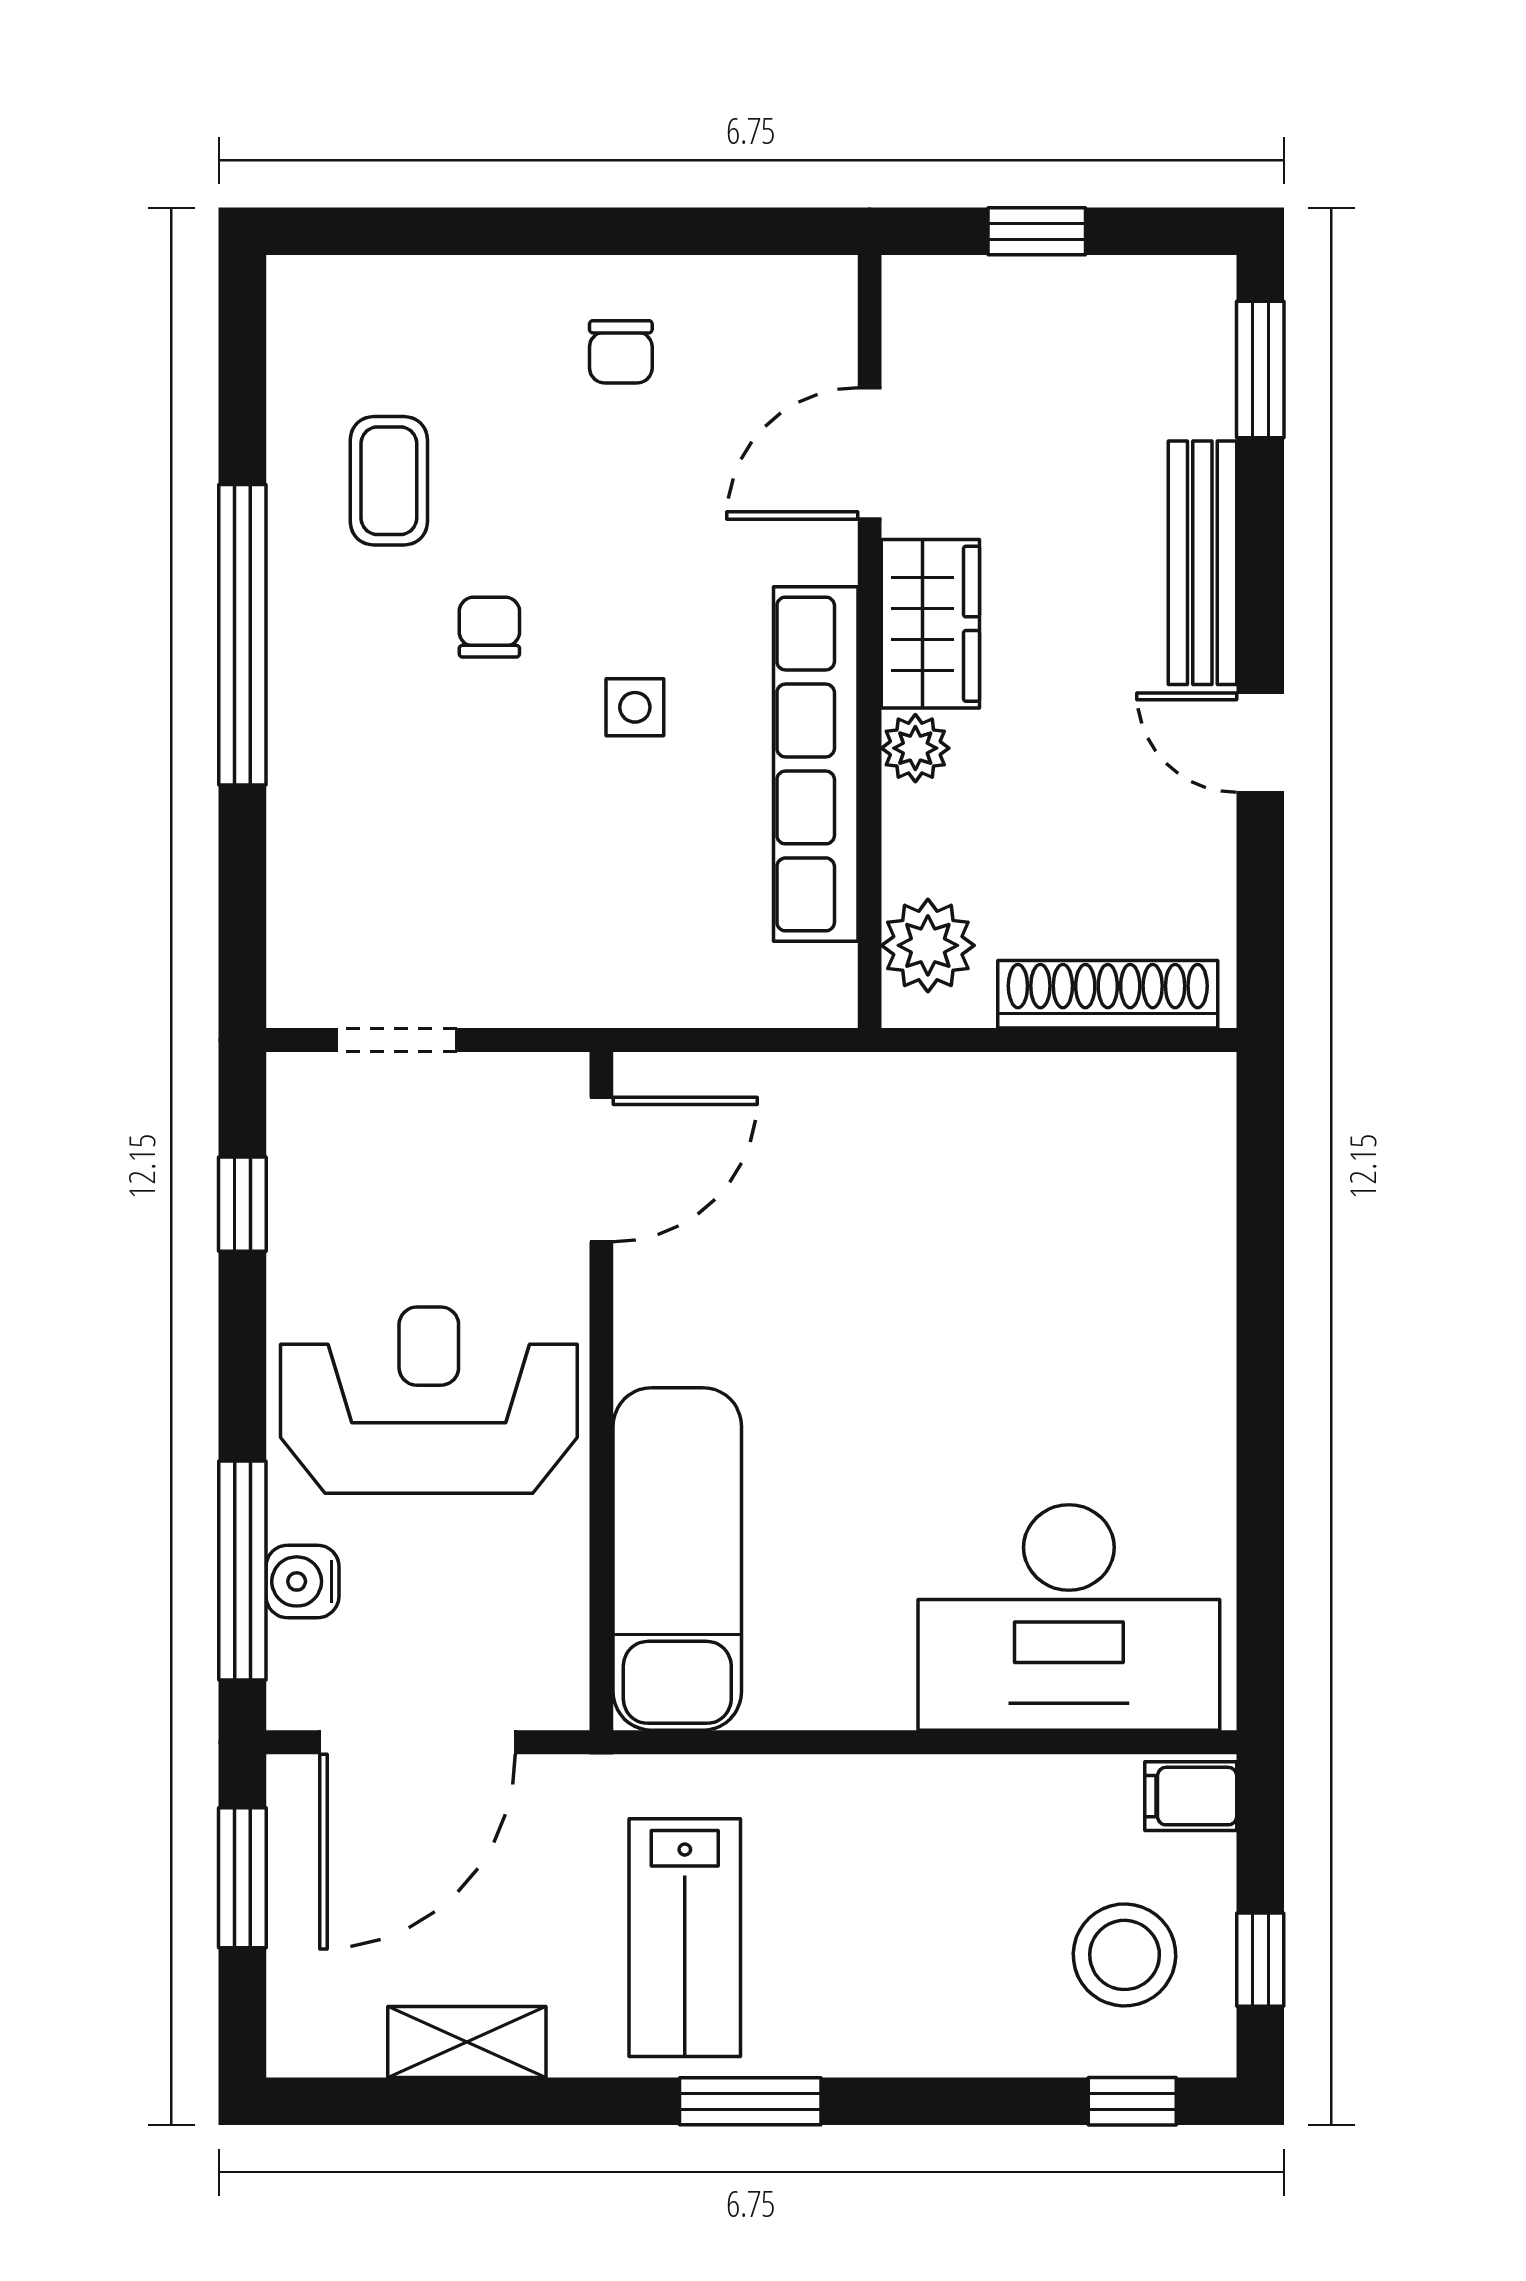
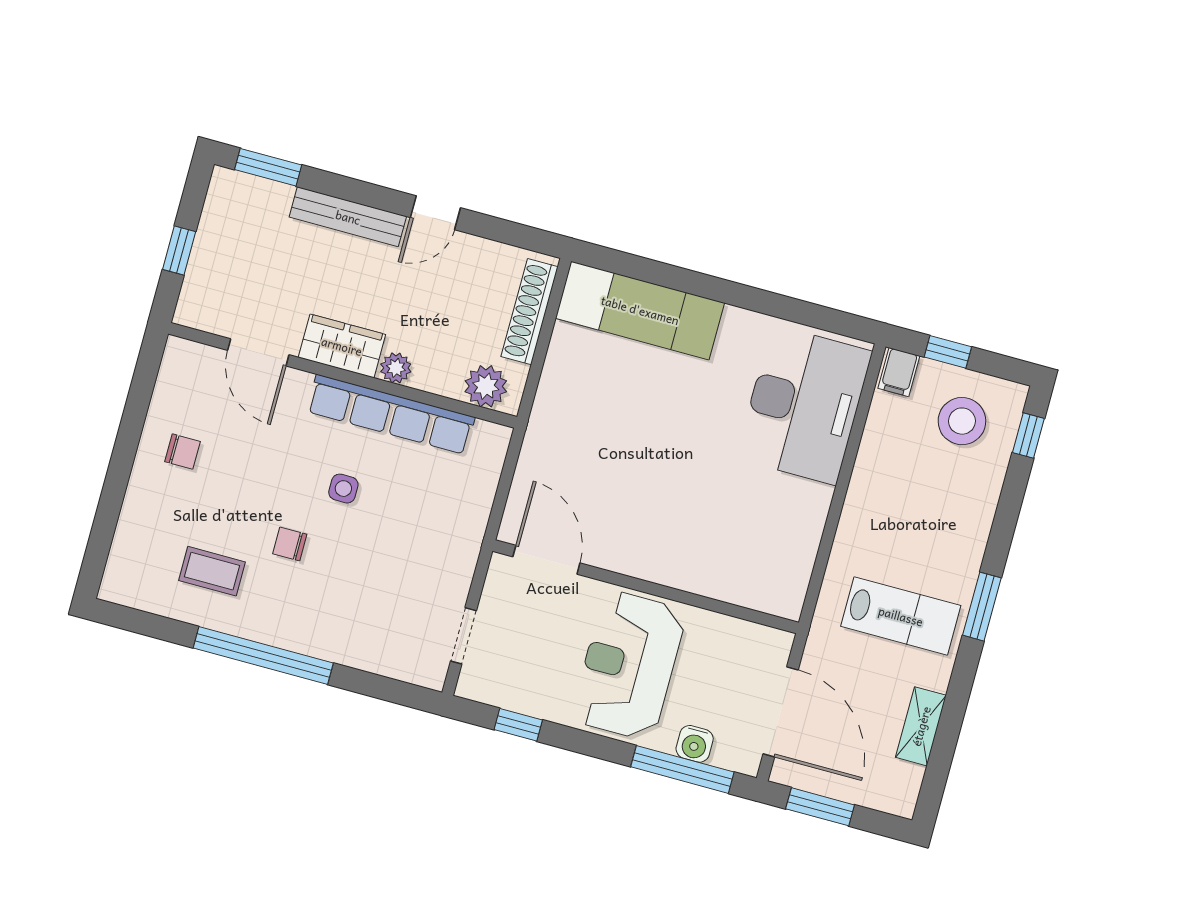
exam couch: (677, 1559) -> (640, 310), moved, turned 180
window: (1260, 1960) -> (948, 352), moved

